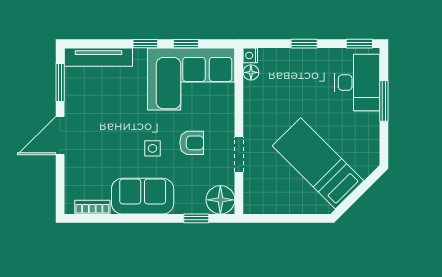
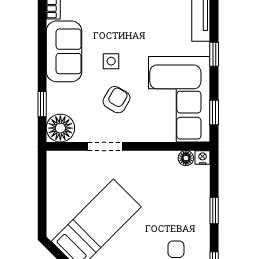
window: (186, 44) -> (214, 112), moved
armchair: (192, 143) -> (117, 100), turned -150

